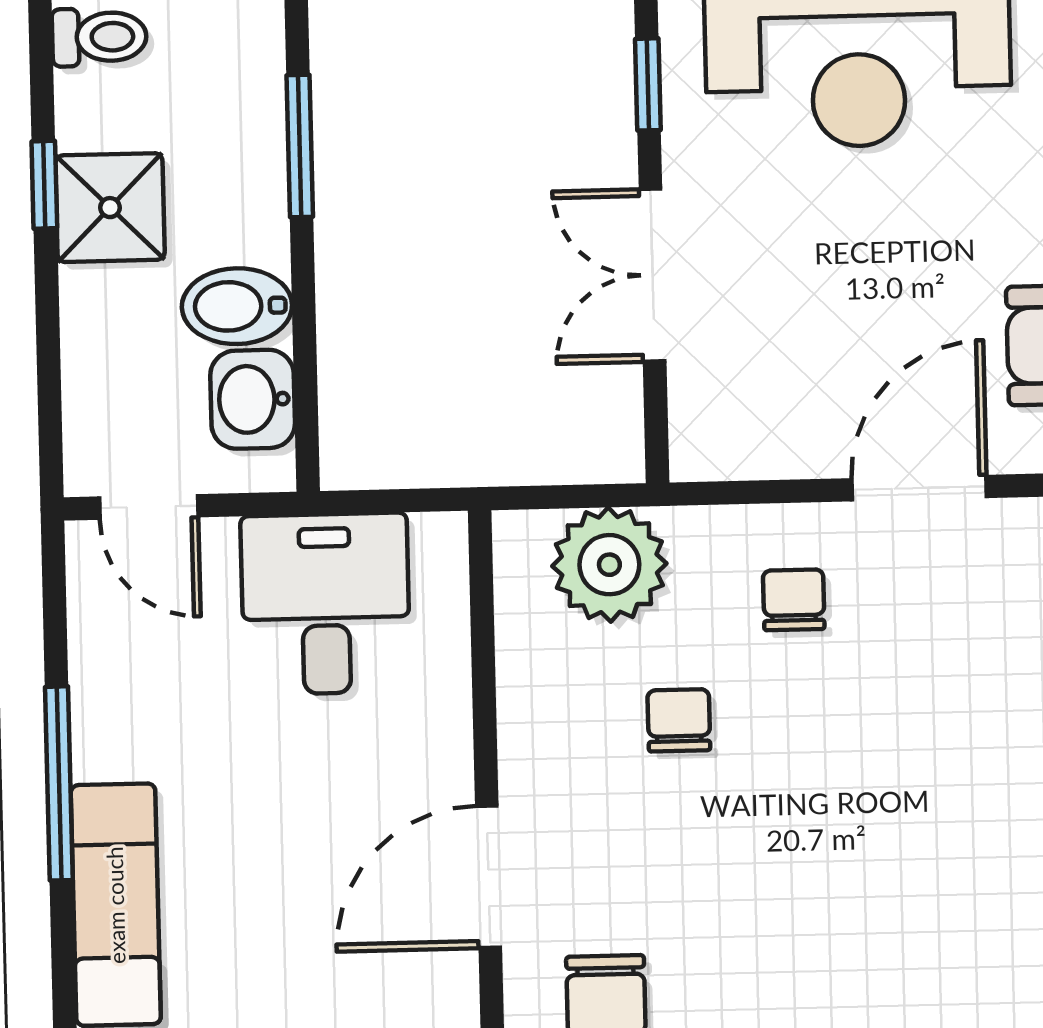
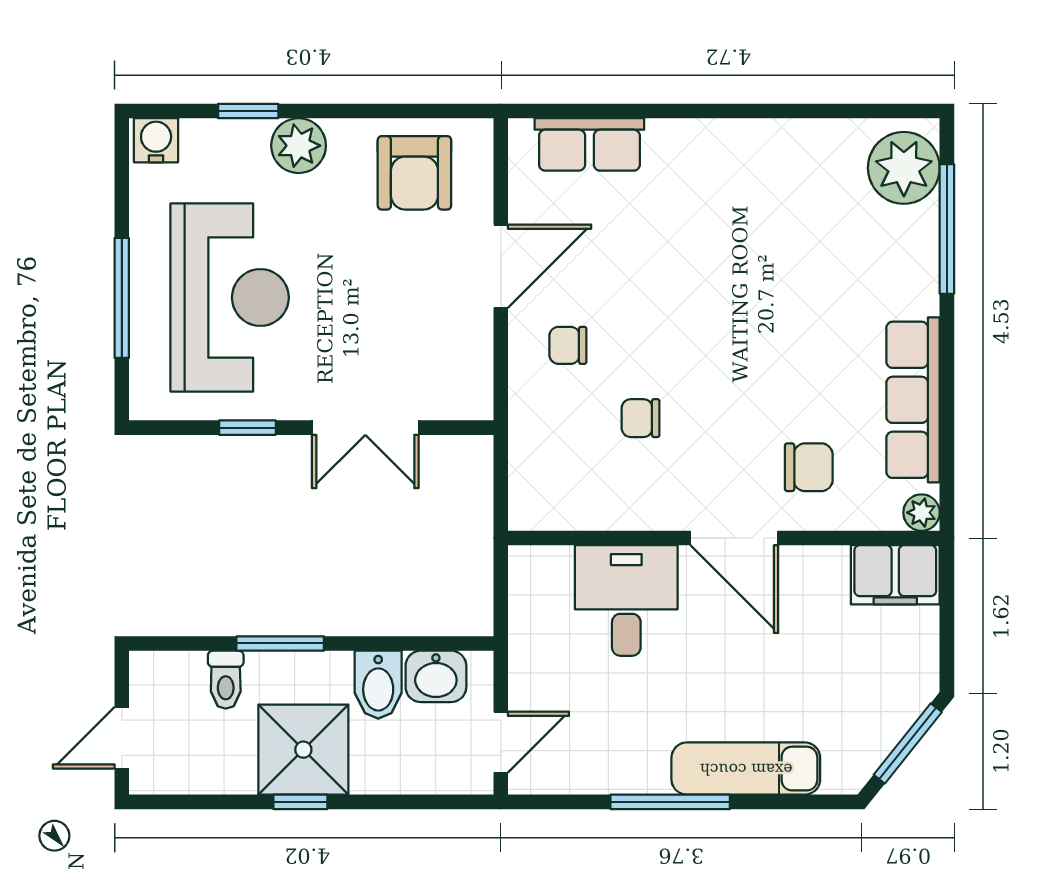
toilet: (99, 37) -> (226, 680), moved, turned 180
shower: (110, 208) -> (303, 750), width x1.36, depth x1.36
door: (919, 488) -> (501, 266), swing flipped
plant: (609, 565) -> (543, 459), removed
desk: (326, 604) -> (626, 600), moved, turned 90

